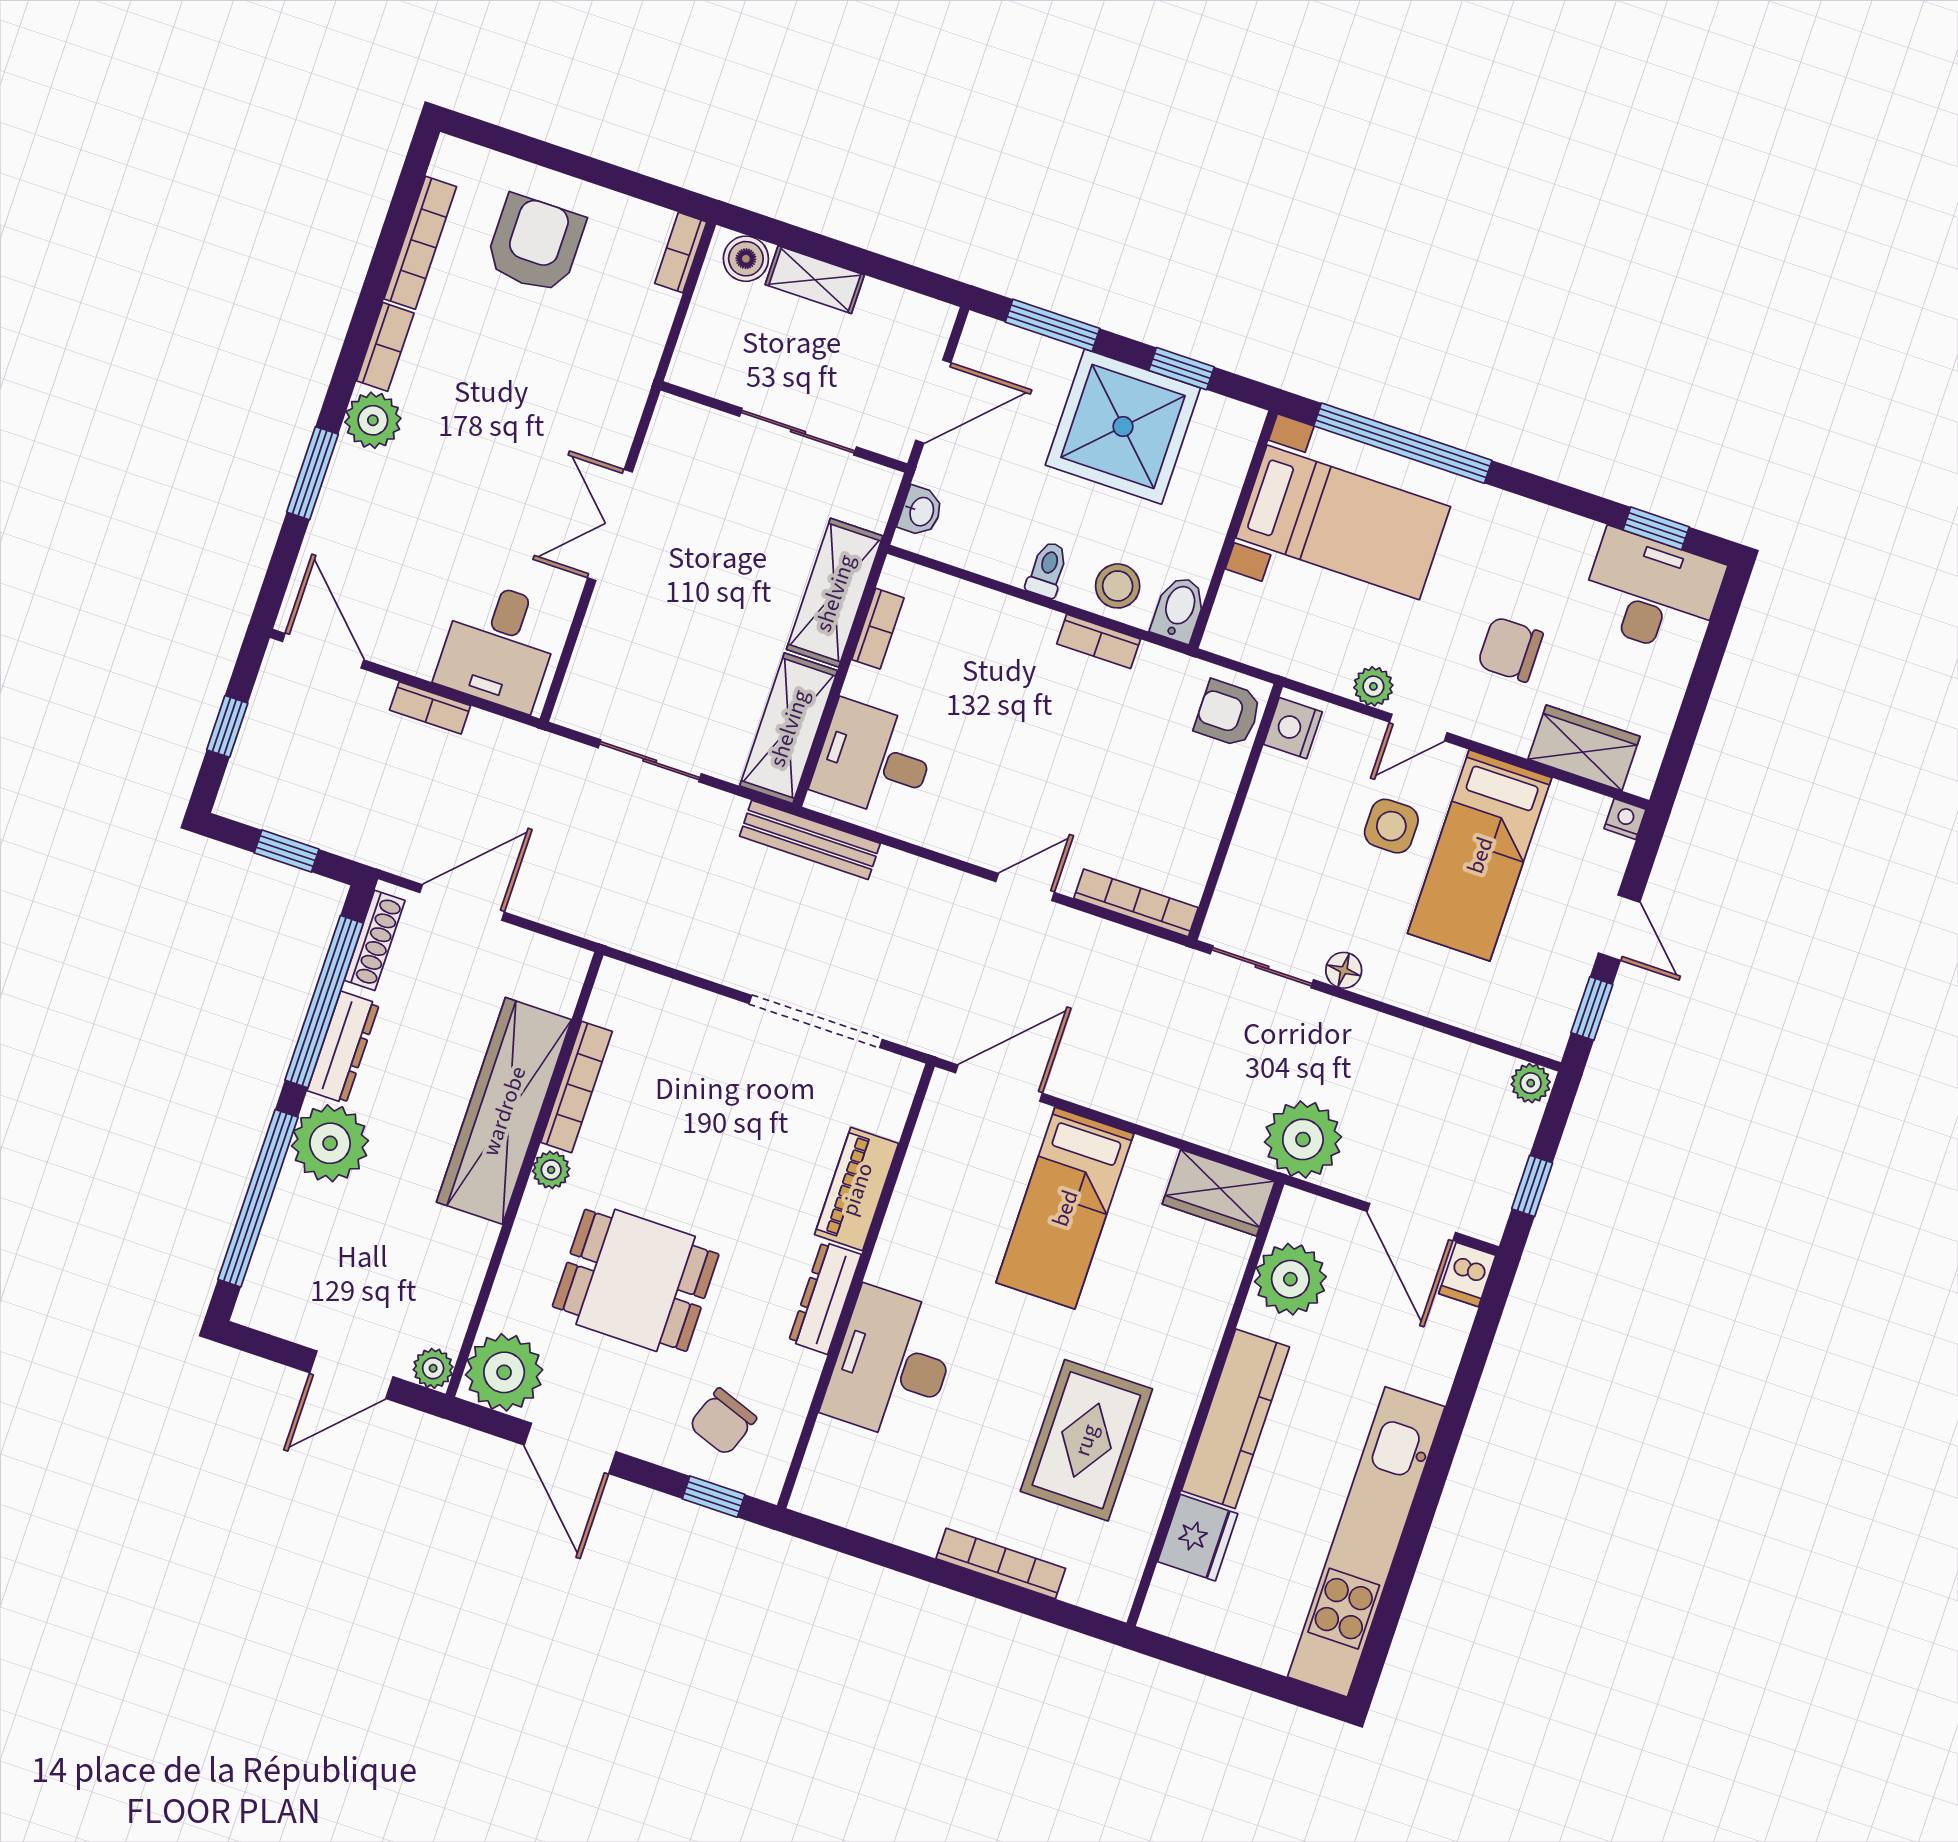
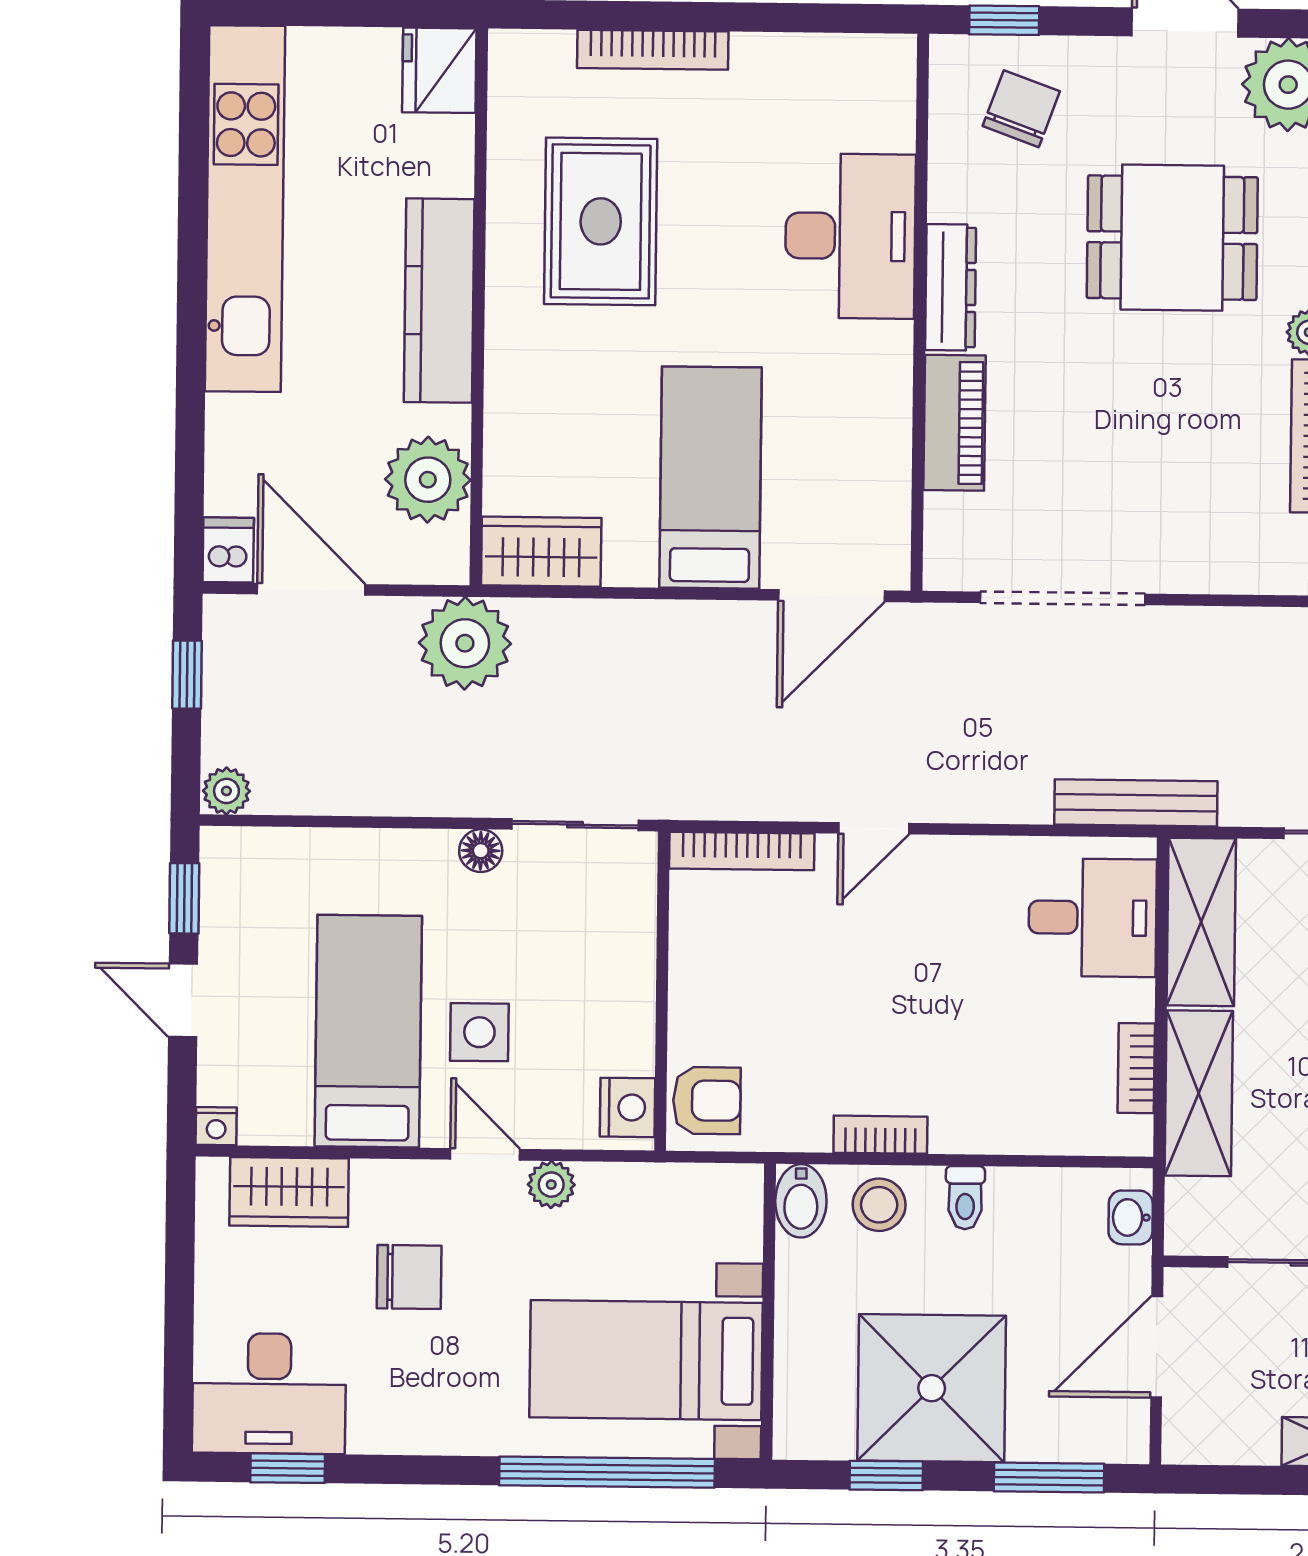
door: (1418, 727) -> (485, 1154), hinge flipped
fridge: (1198, 1538) -> (439, 70), moved

